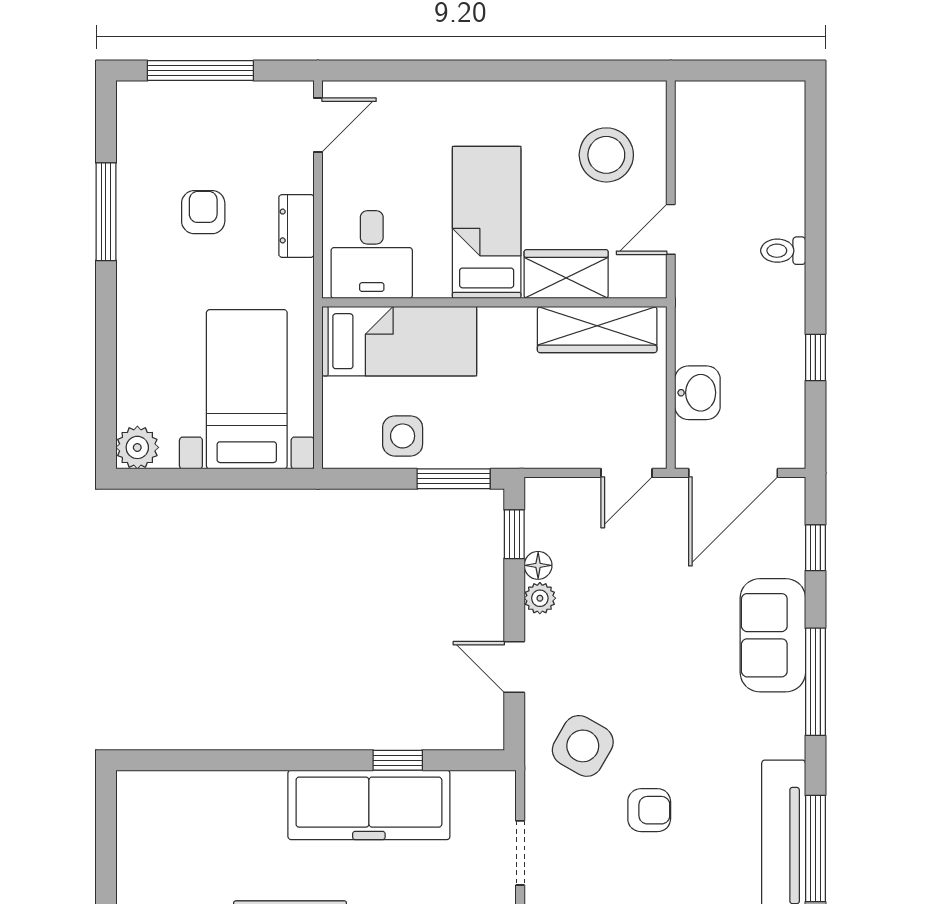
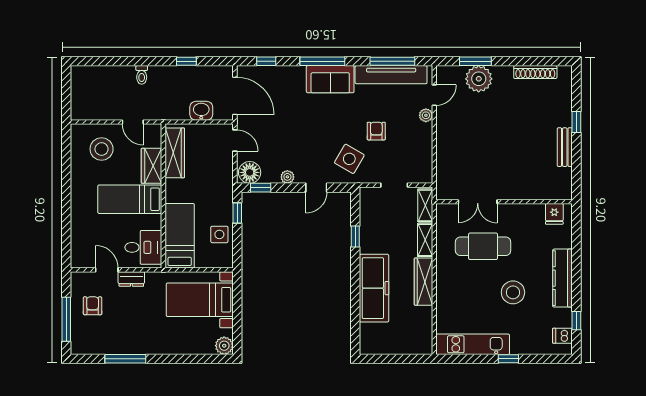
door: (318, 125) -> (107, 270), moved
armchair: (203, 212) -> (93, 306), moved, turned 90
window: (454, 479) -> (237, 213), width x0.67
floor lamp: (538, 565) -> (250, 172), moved, width x1.89, depth x1.89
sofa: (773, 635) -> (330, 79), moved
freezer: (369, 805) -> (374, 288), moved

